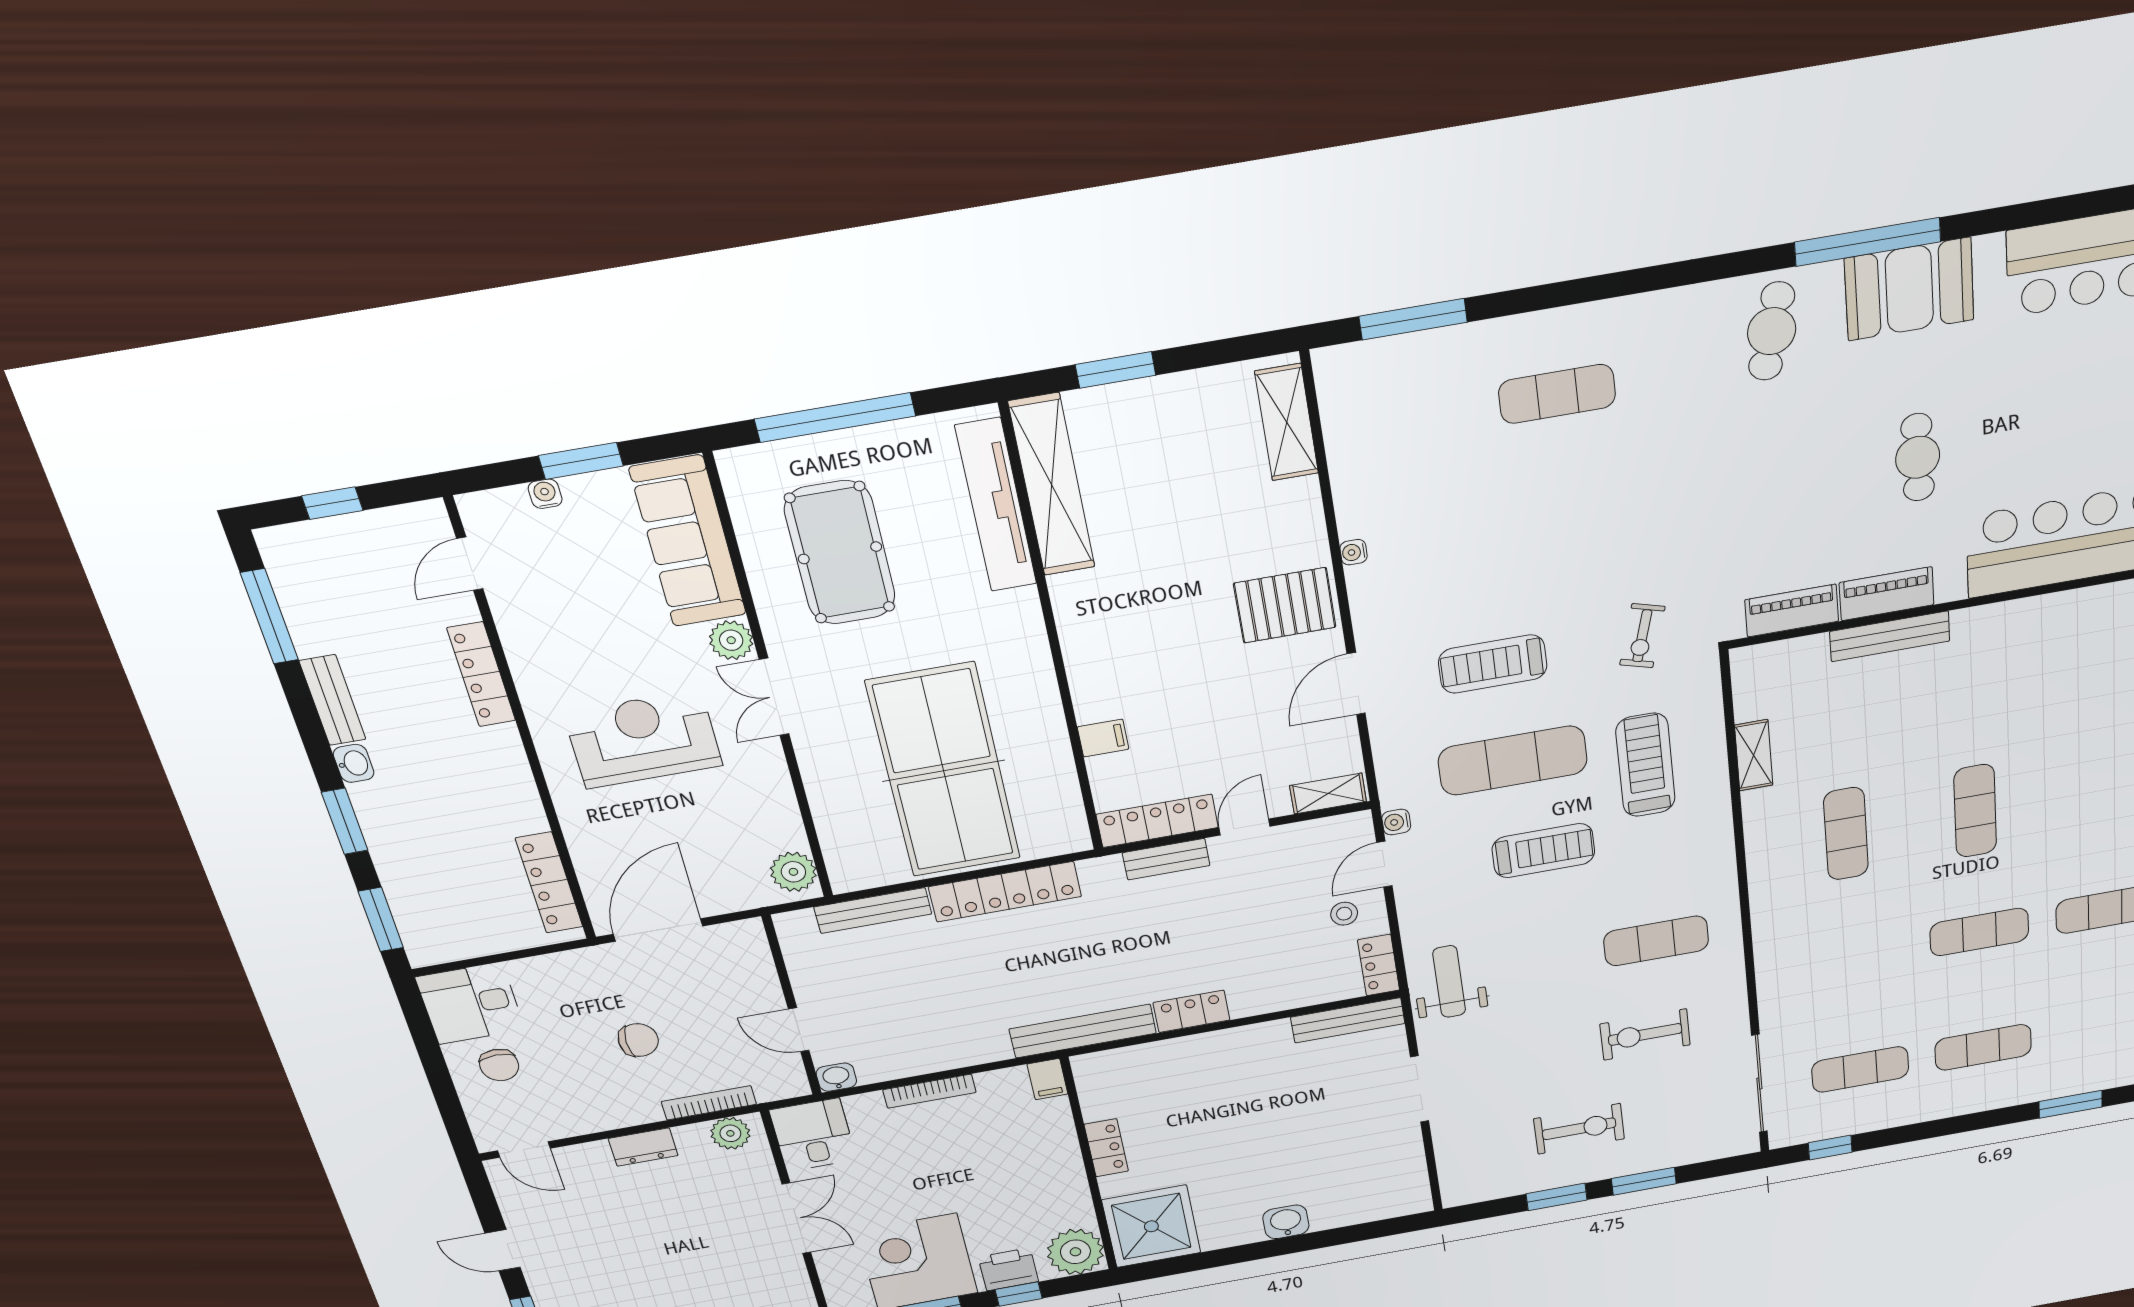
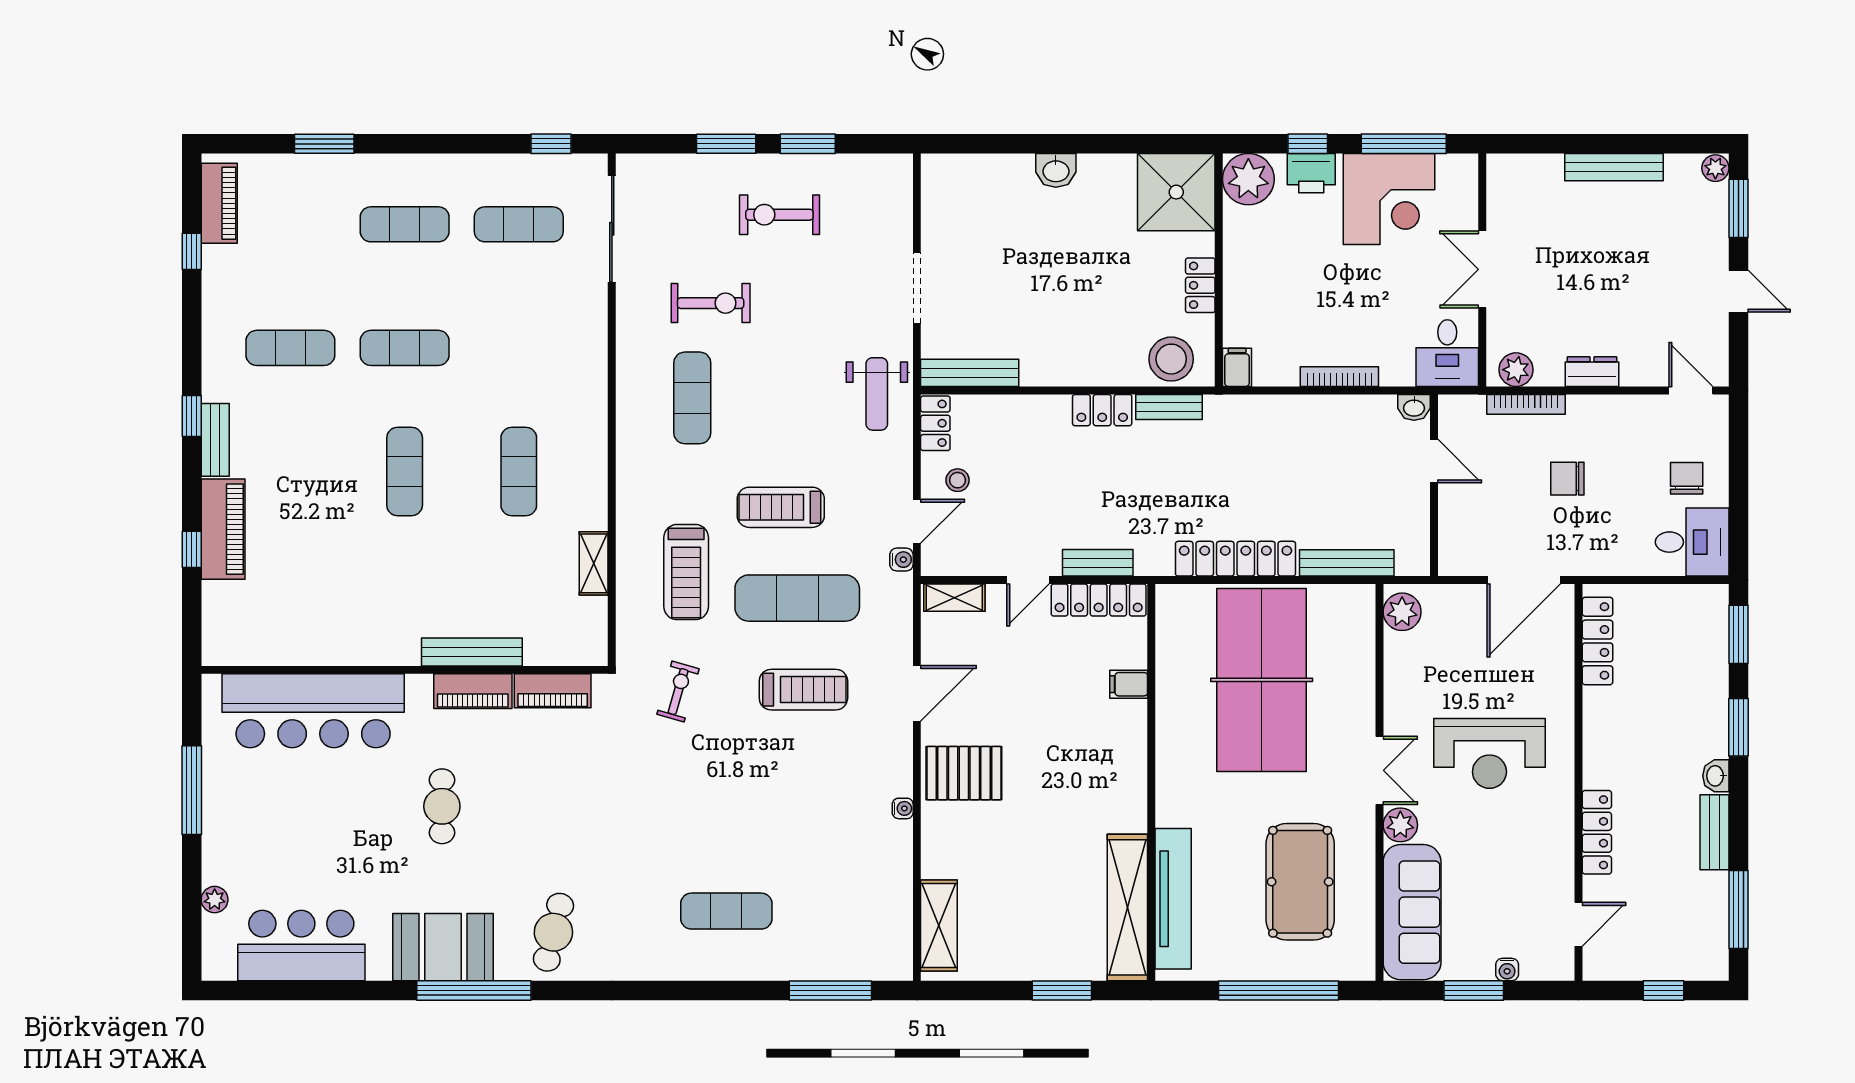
exercise mat: (1656, 941) -> (692, 398), turned 90
bench: (1083, 1031) -> (1169, 407), width x0.54, depth x0.82
stool: (1124, 1074) -> (1171, 359), added

